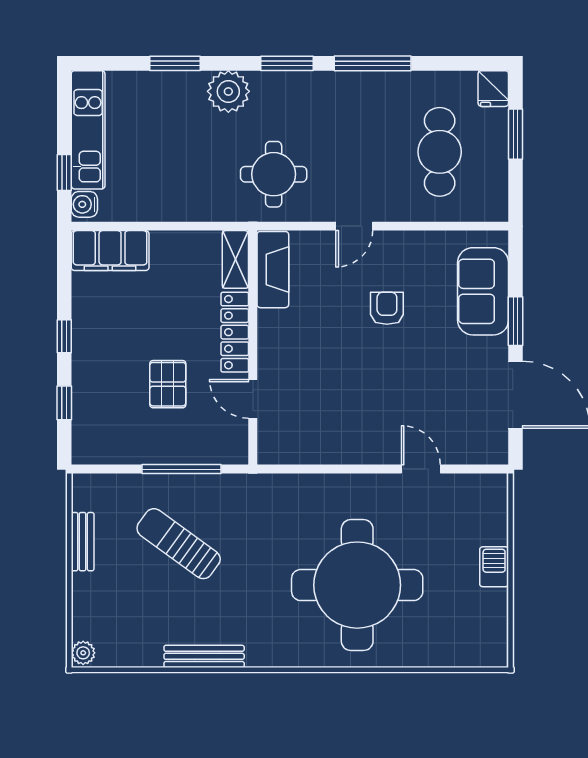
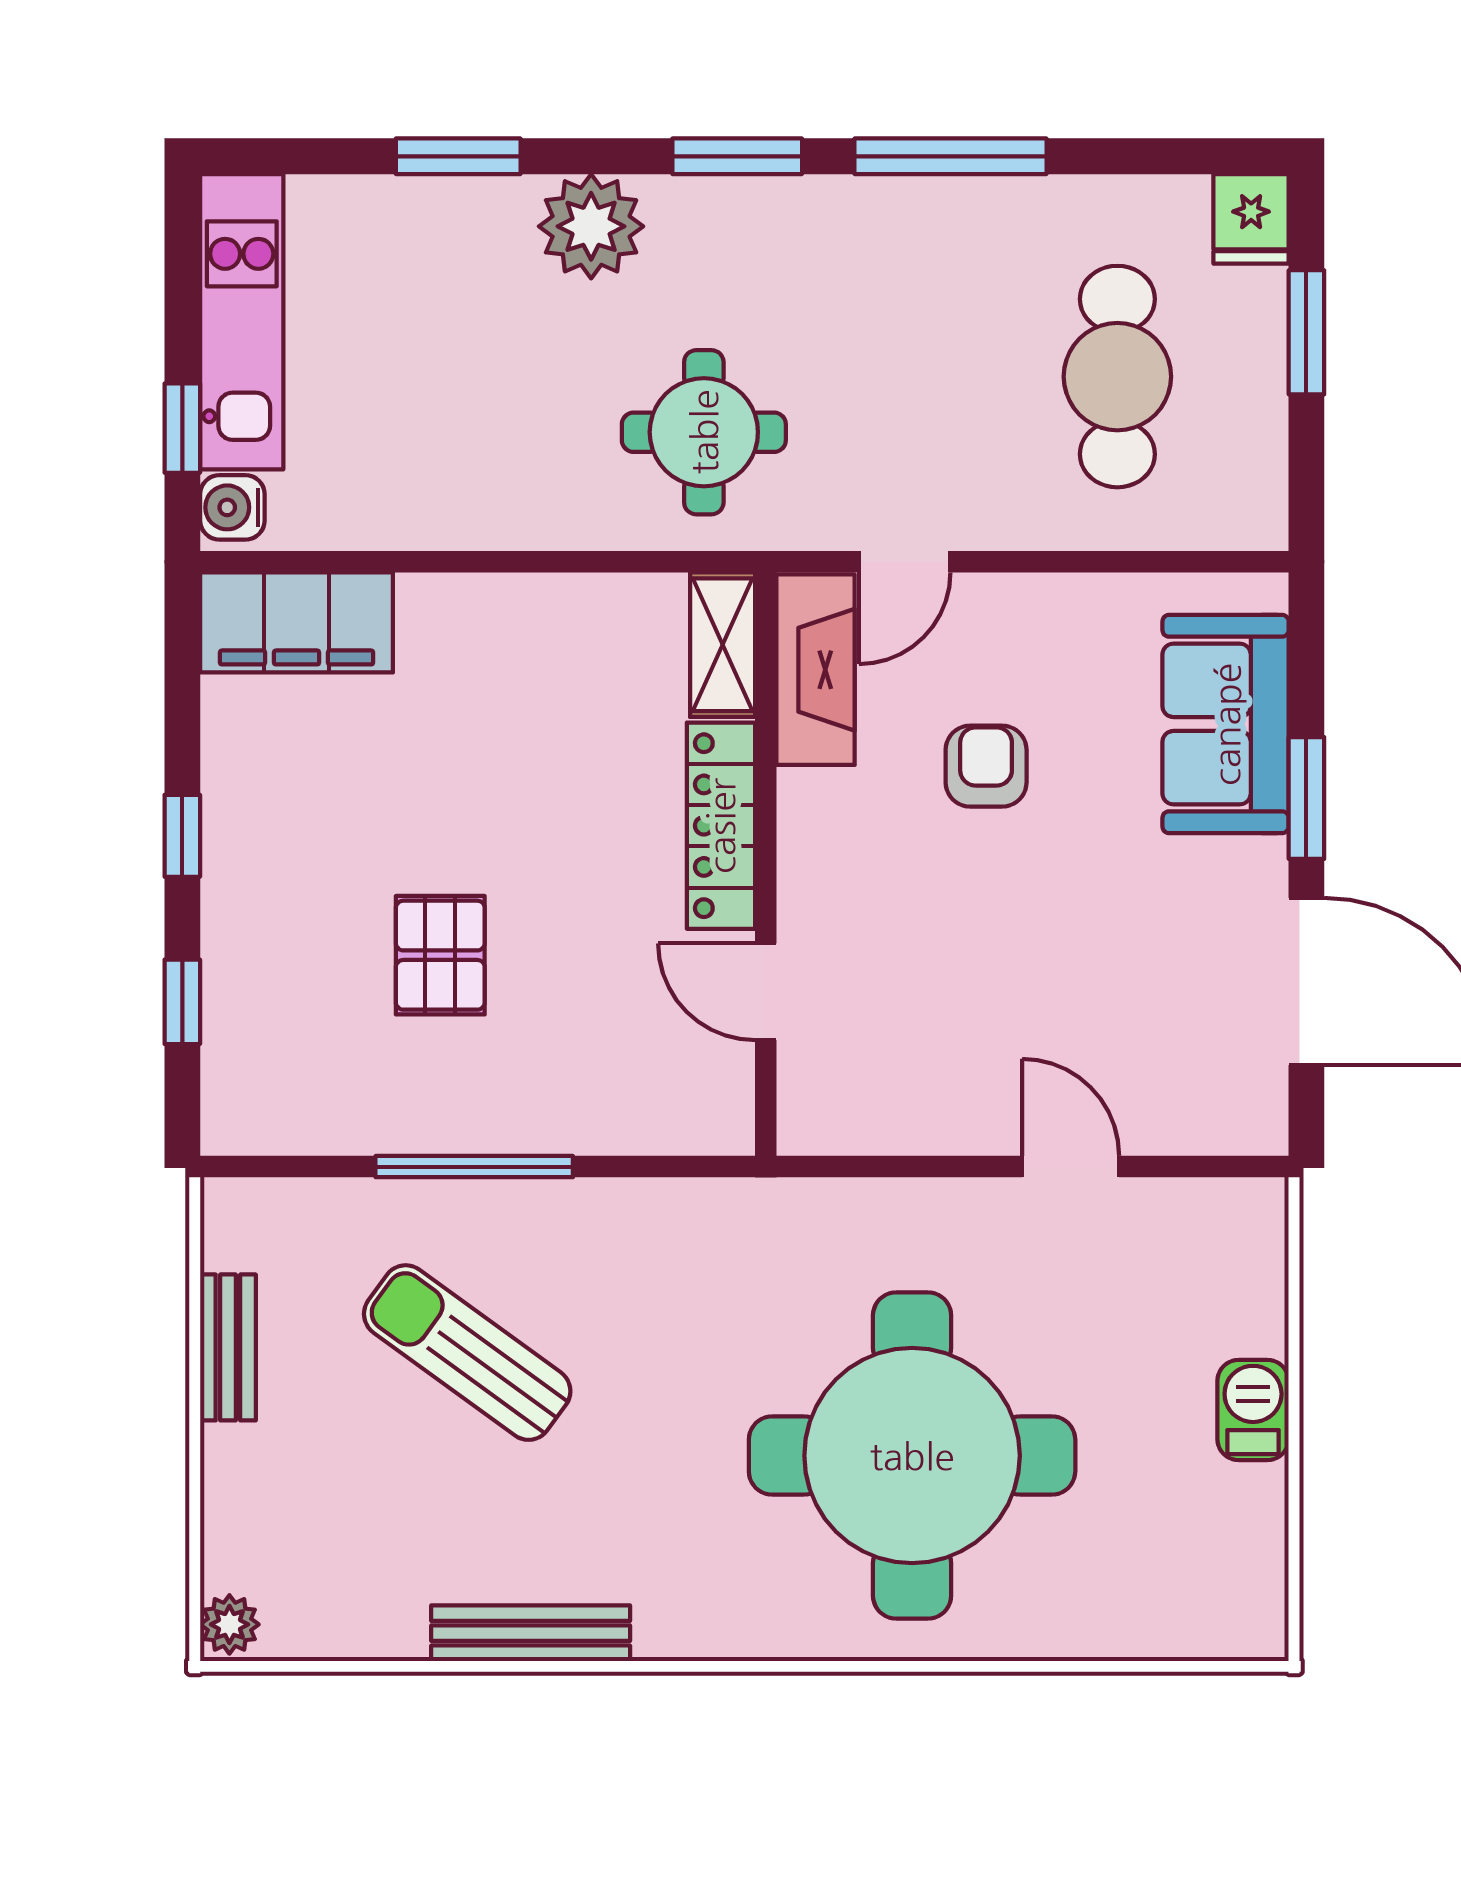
shelving: (235, 259) -> (723, 645), moved
fireplace: (273, 270) -> (816, 670), moved
locker: (235, 332) -> (721, 826), moved
wall: (253, 348) -> (766, 864), moved
door: (253, 399) -> (766, 992), moved

